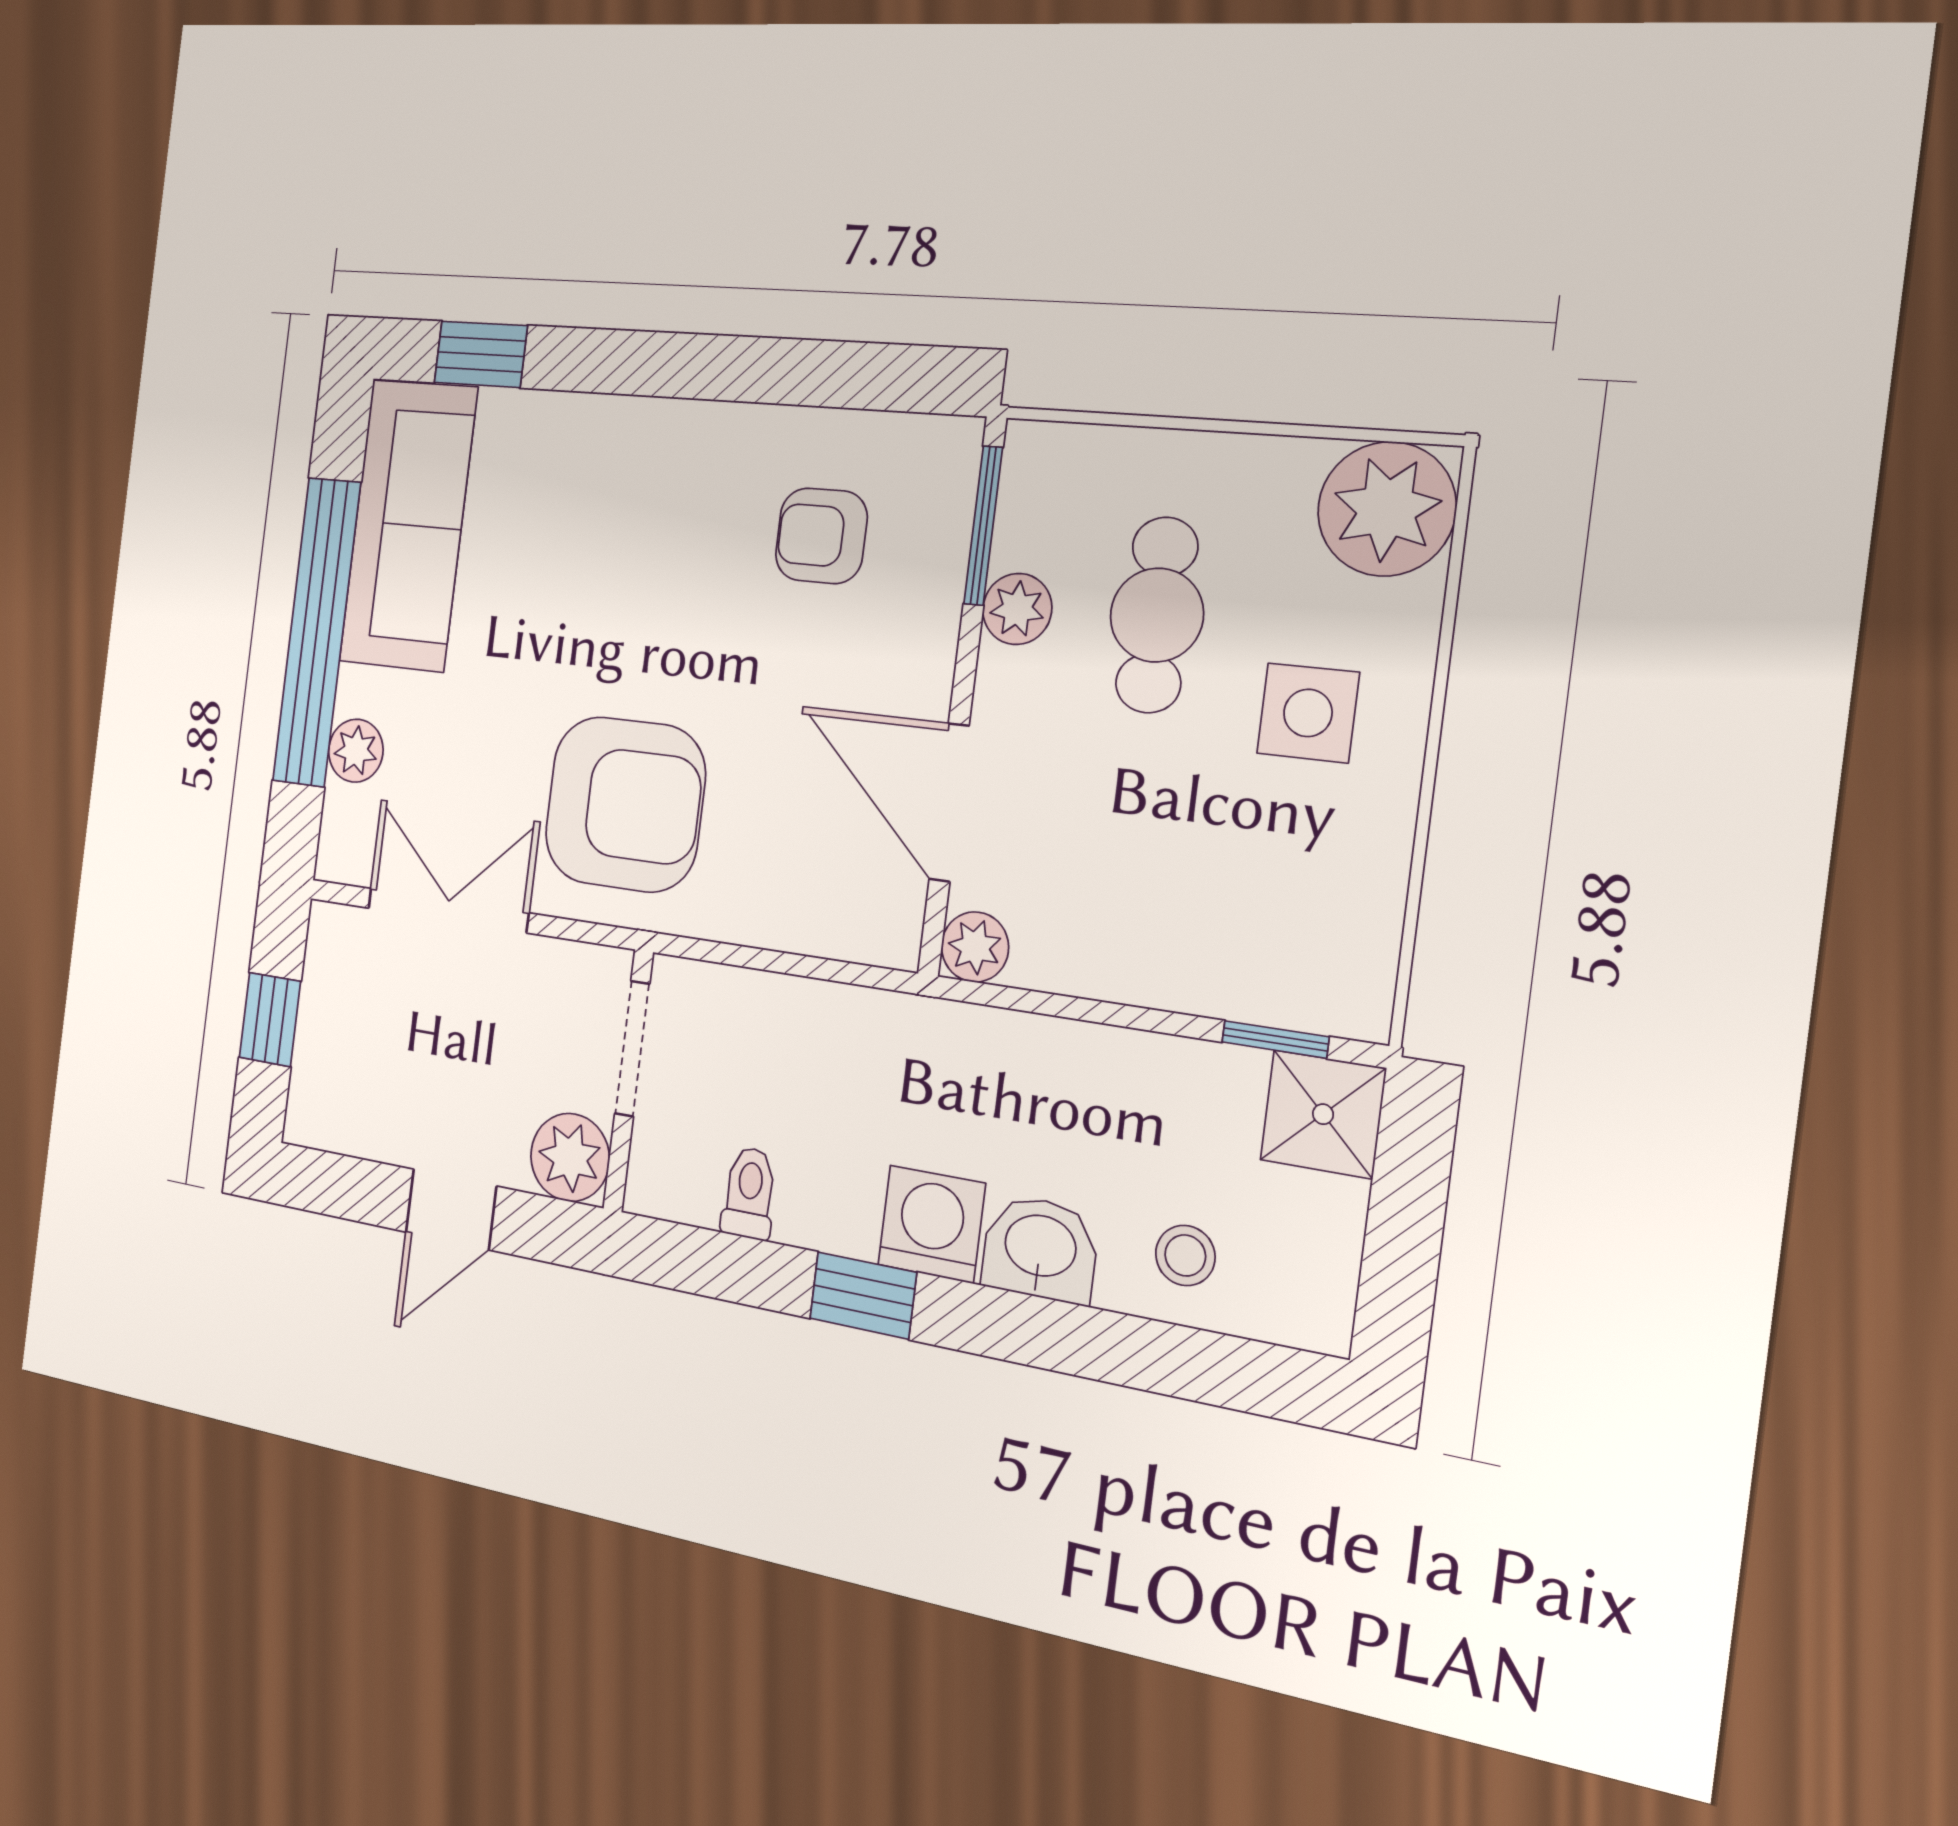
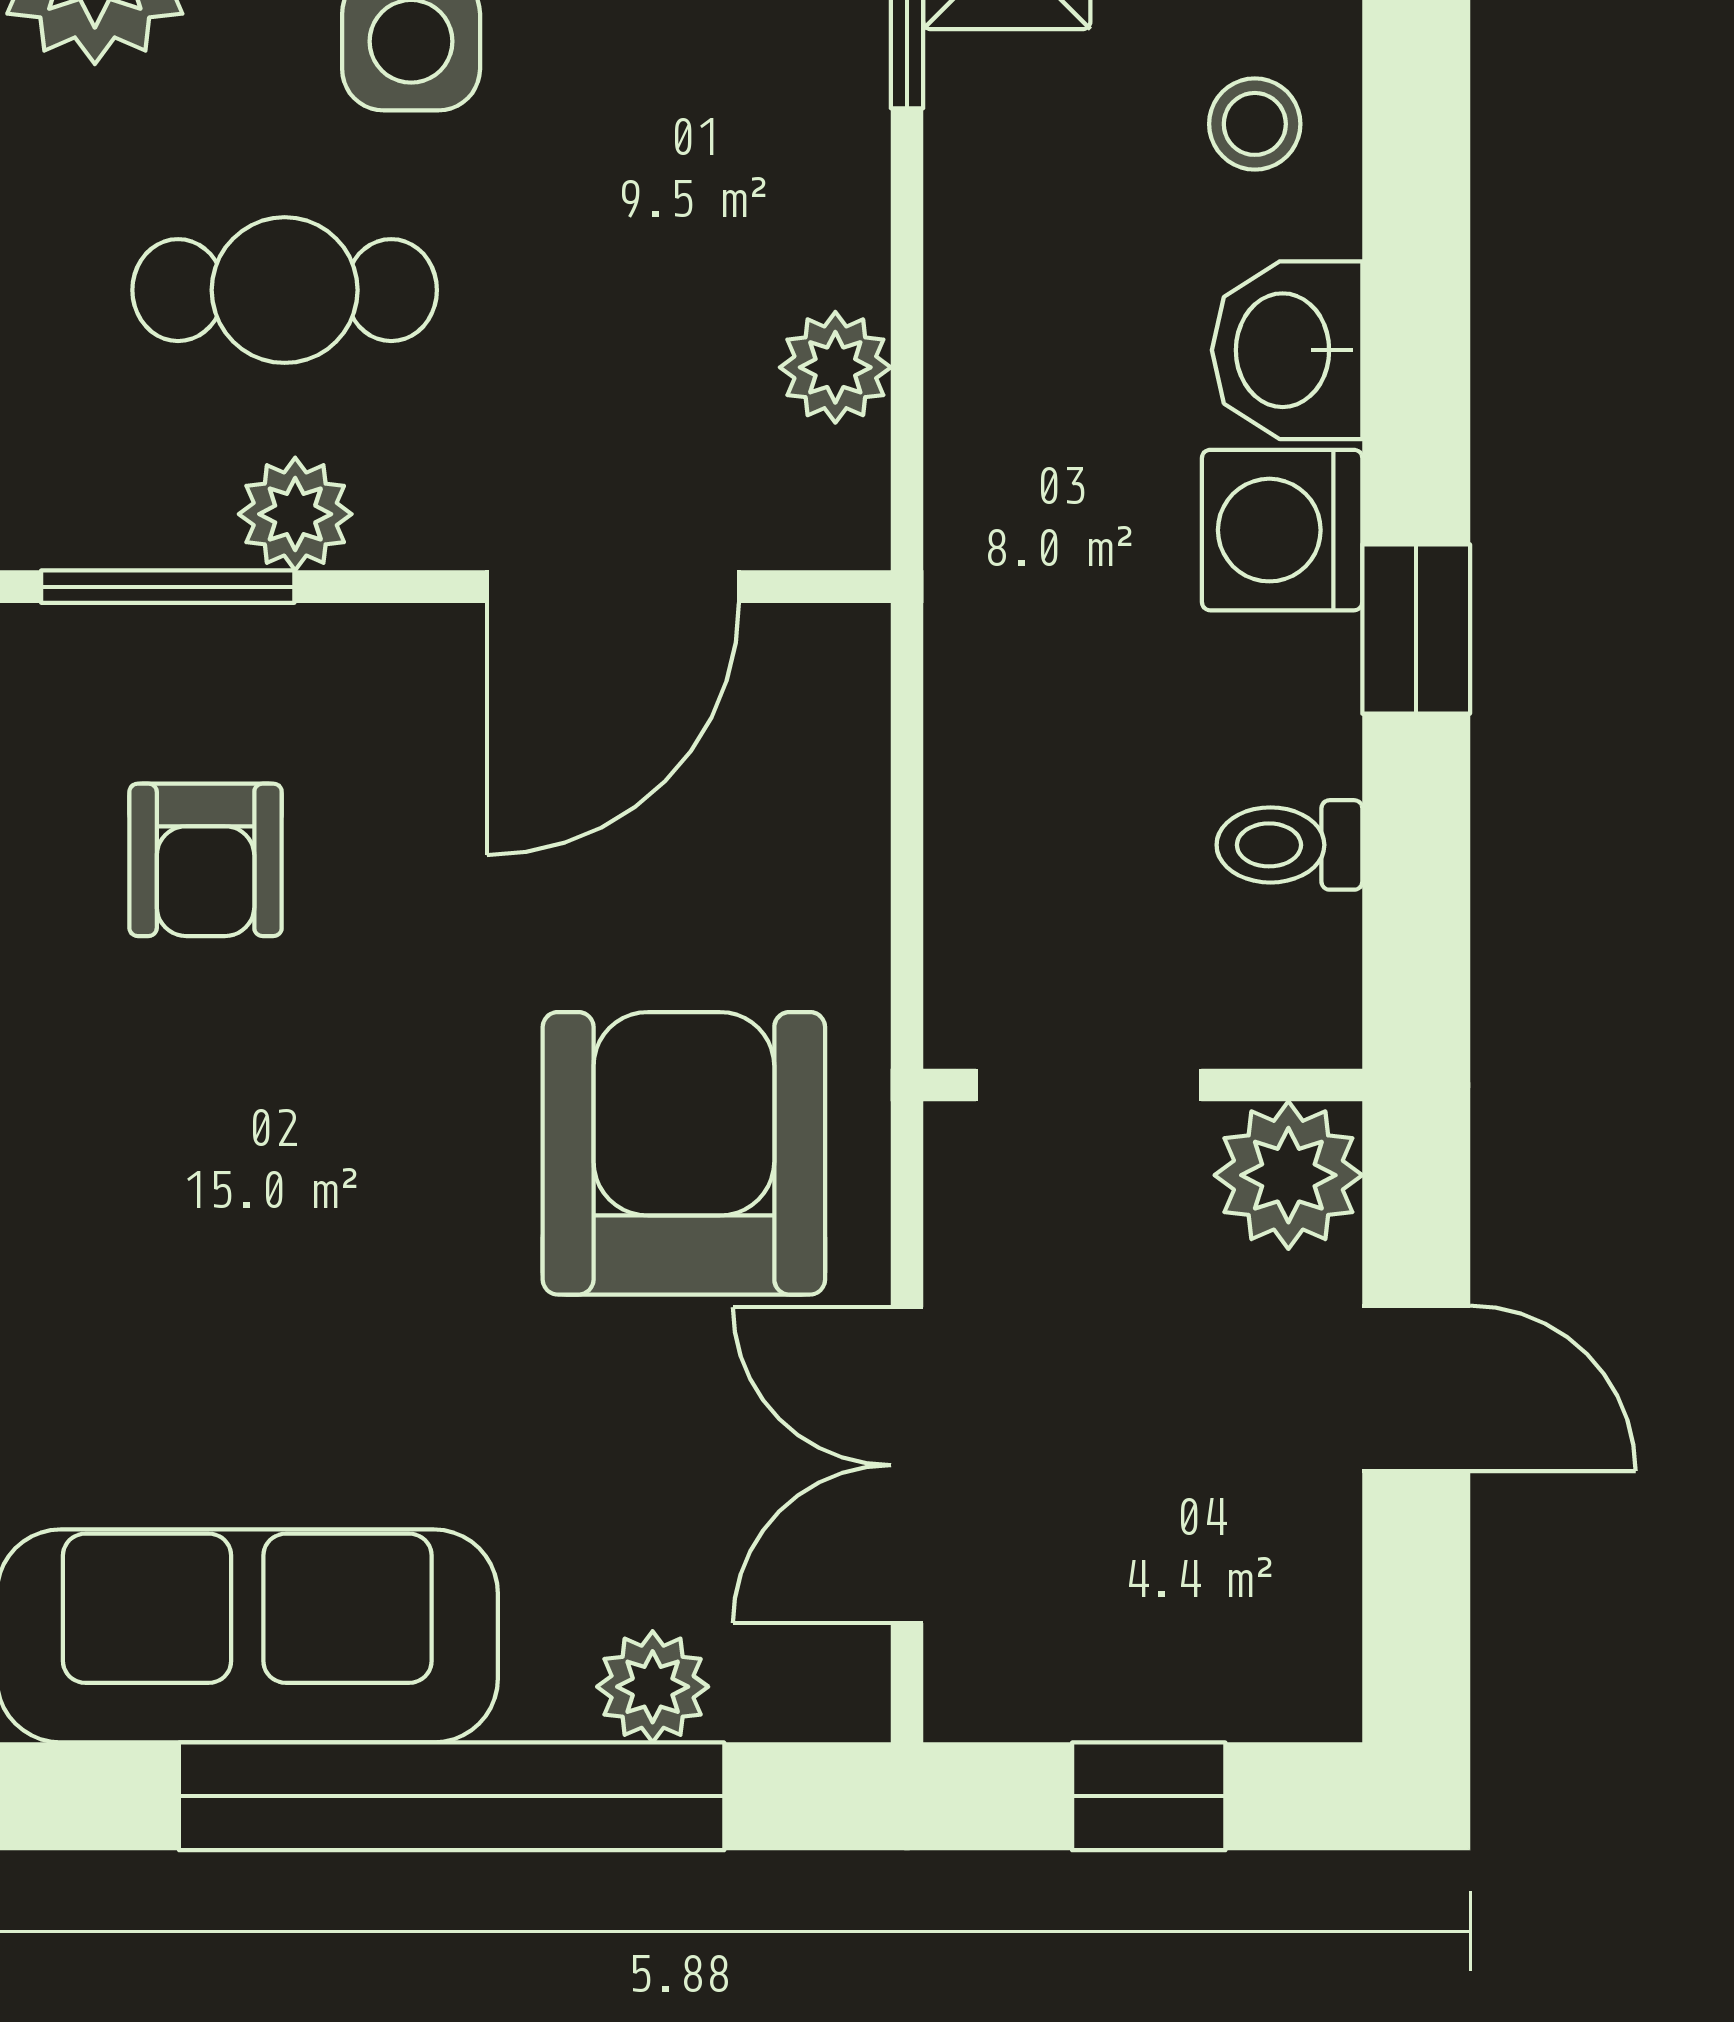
plant: (975, 947) -> (835, 367), moved

